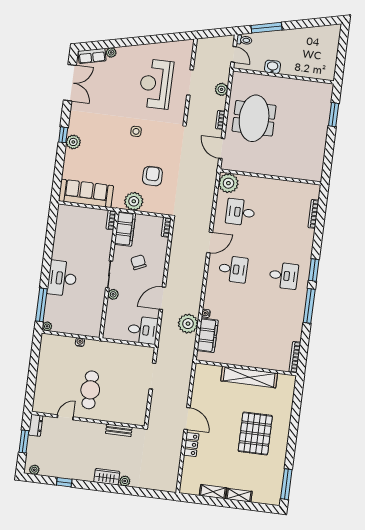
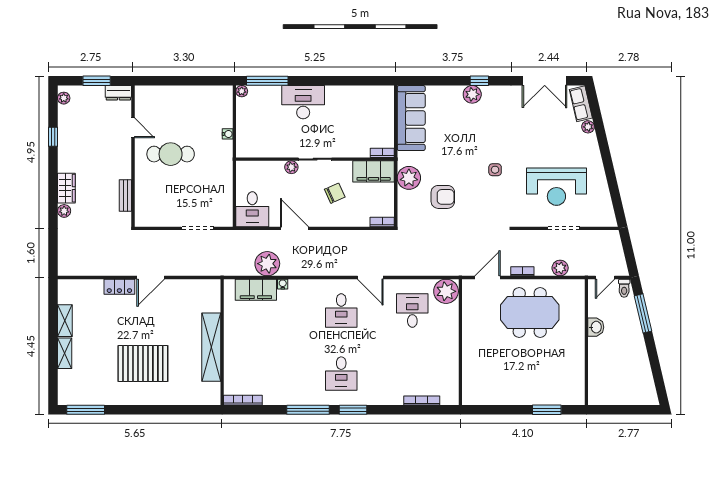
reception desk: (156, 84) -> (556, 187), turned 180

